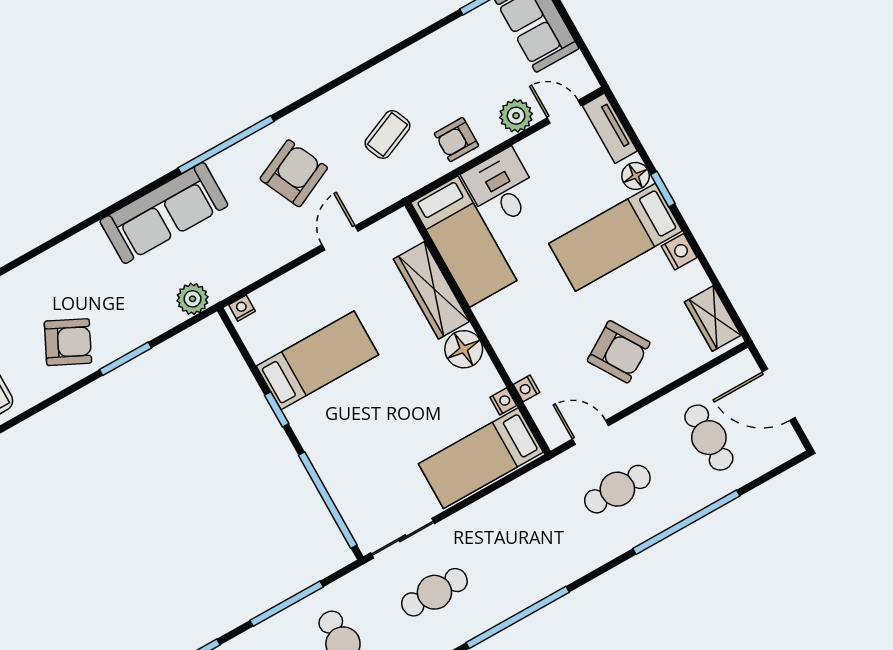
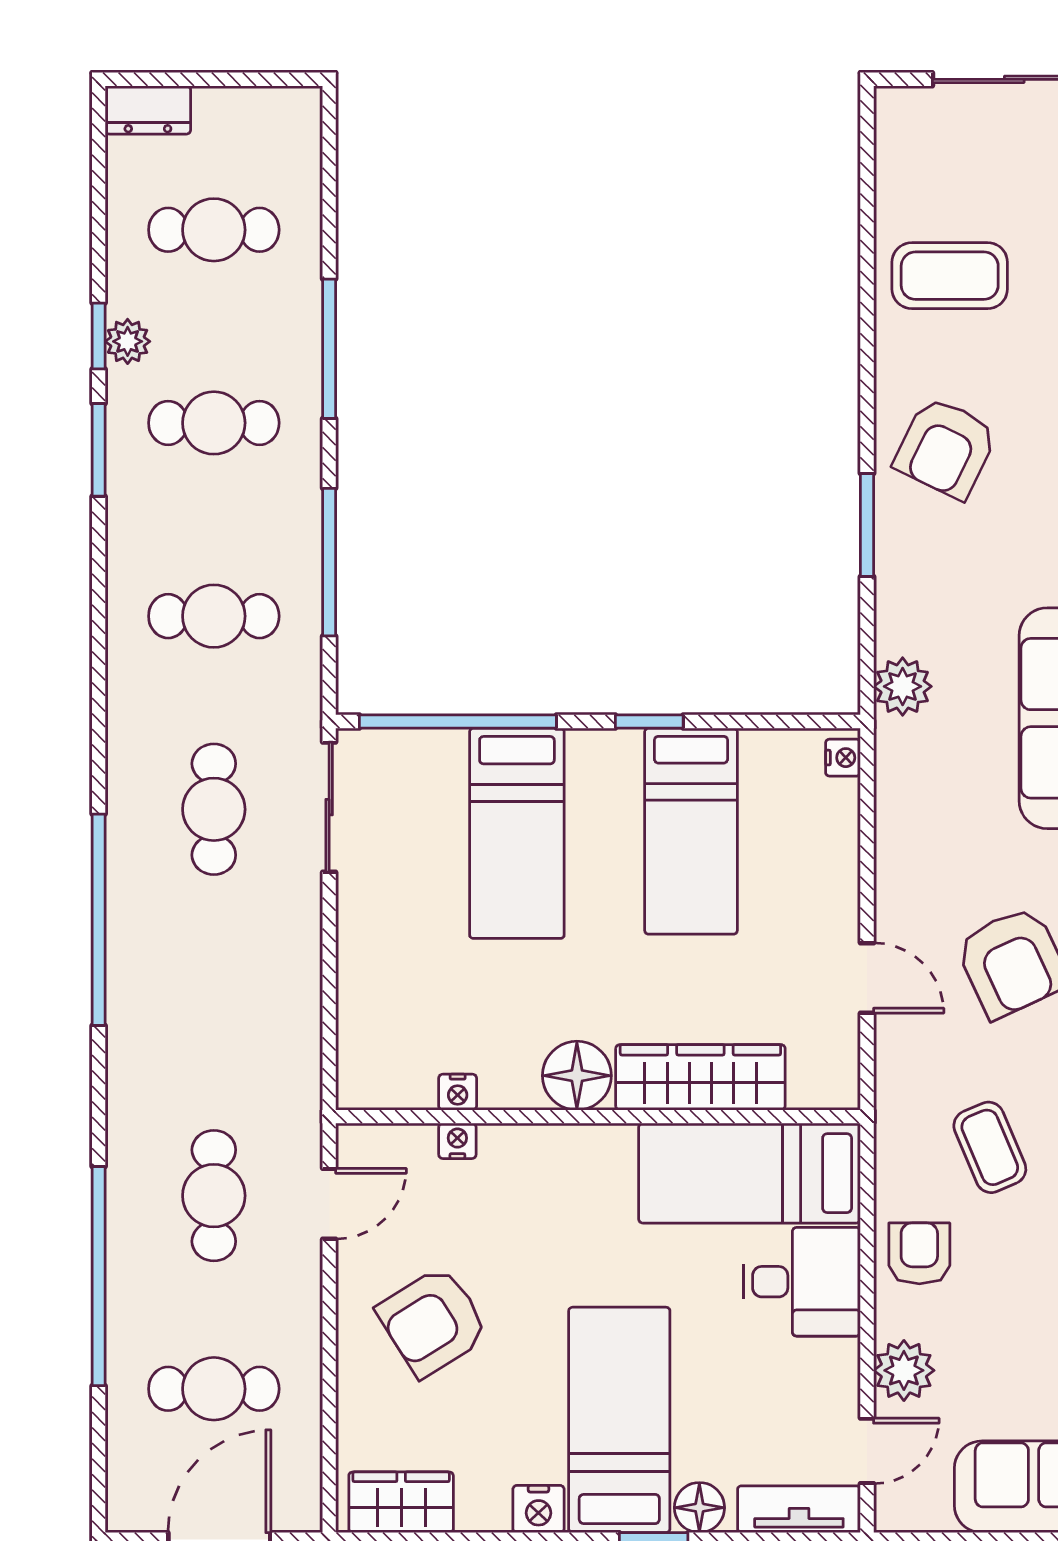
bed: (481, 458) -> (517, 833), moved, turned 180

